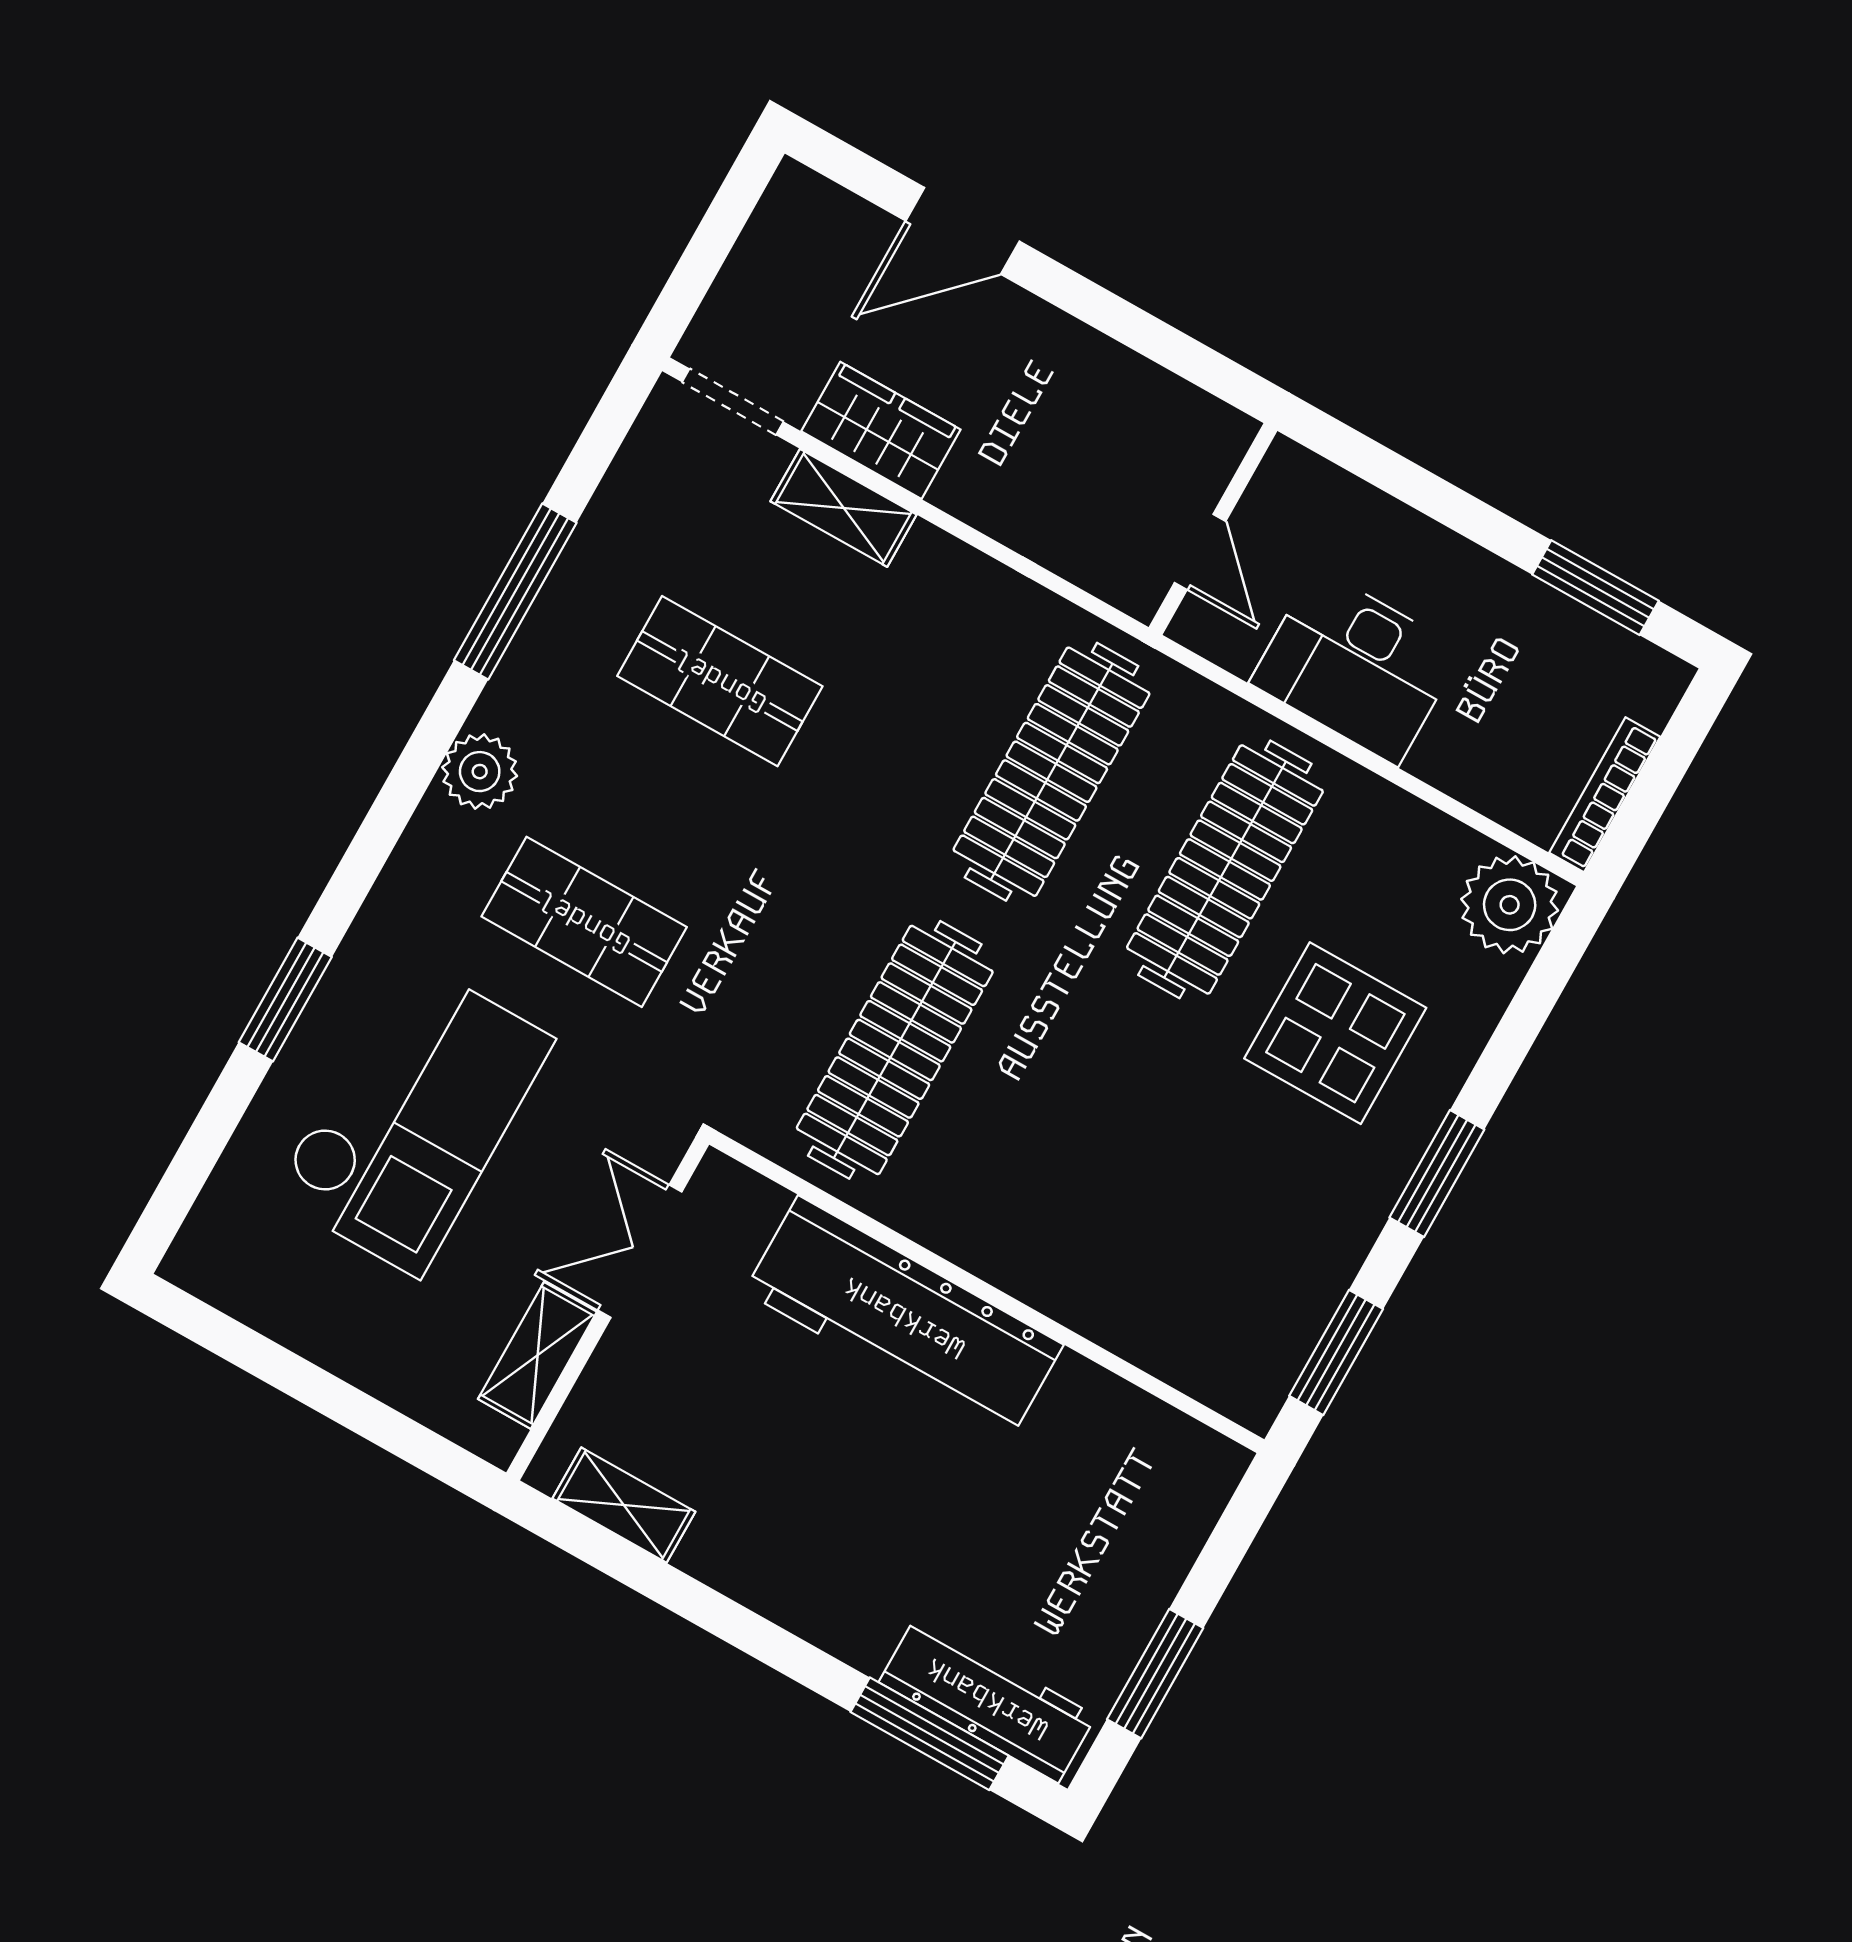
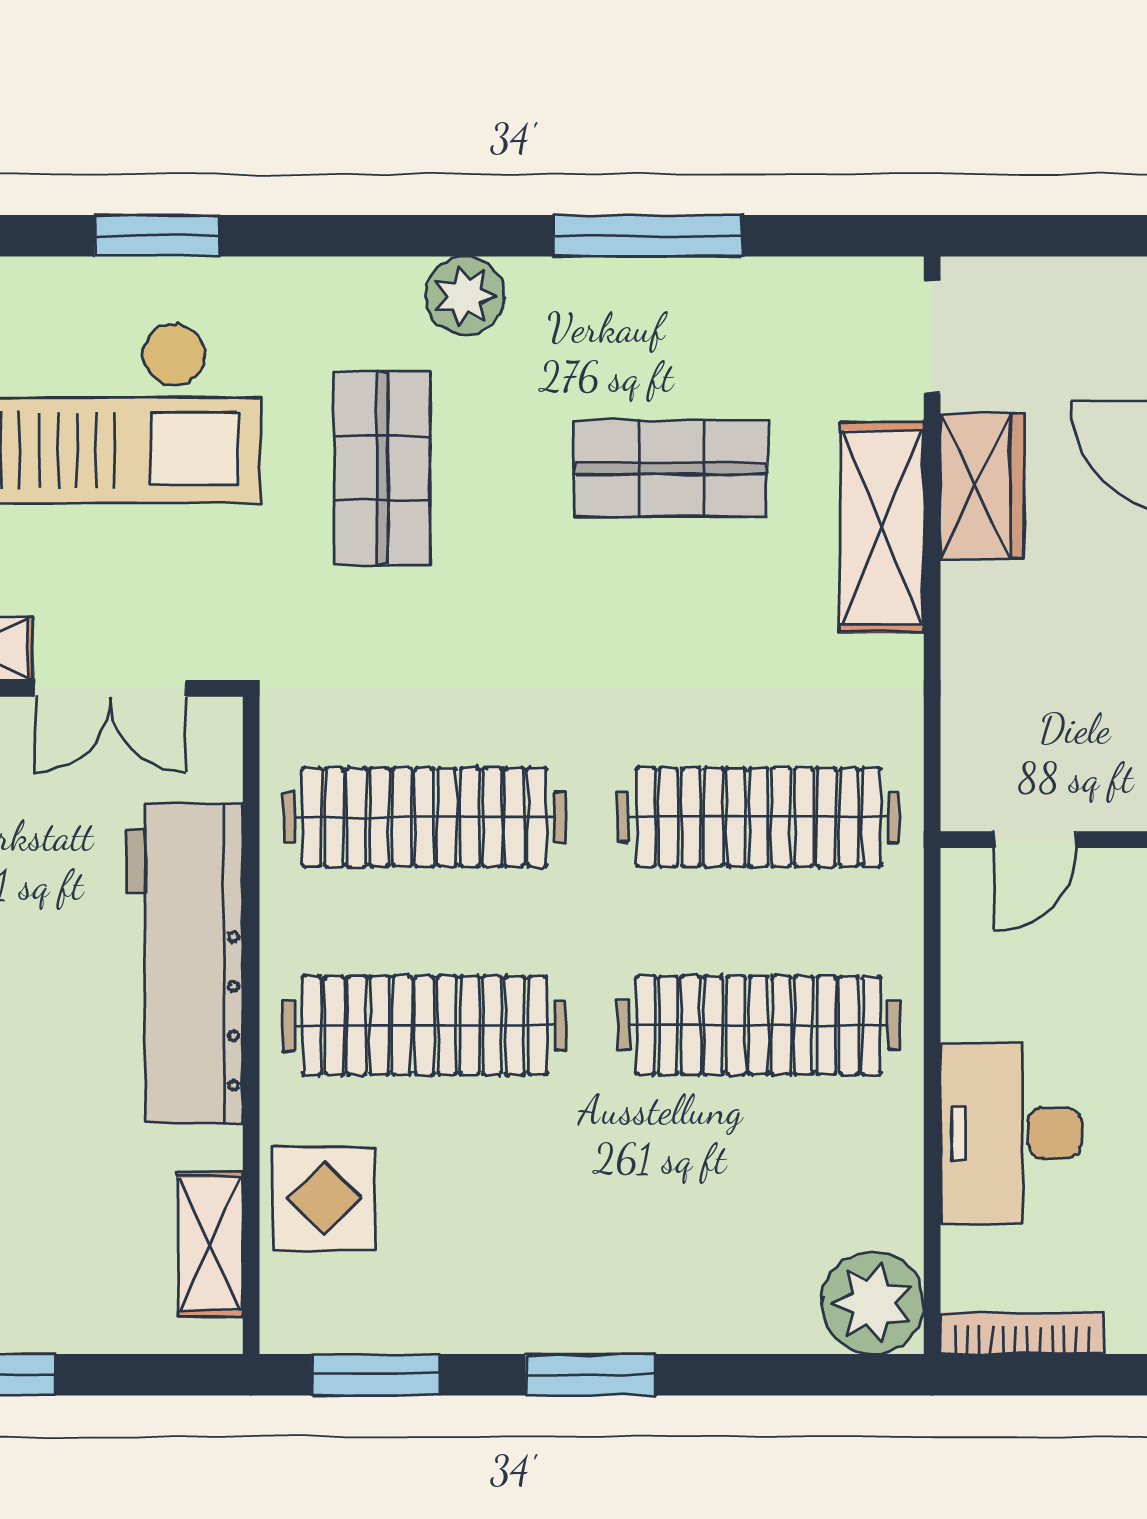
shelving: (844, 508) -> (882, 527), width x1.50, depth x1.33
desk: (1356, 666) -> (1011, 1133), moved
shop shelf: (720, 681) -> (671, 468), turned 90
display table: (1335, 1033) -> (324, 1198), moved, width x0.73, depth x0.73
clothes rail: (1068, 1148) -> (424, 1025), added
double door: (640, 1251) -> (110, 688), swing flipped
shelving: (1150, 1429) -> (210, 1244), added

